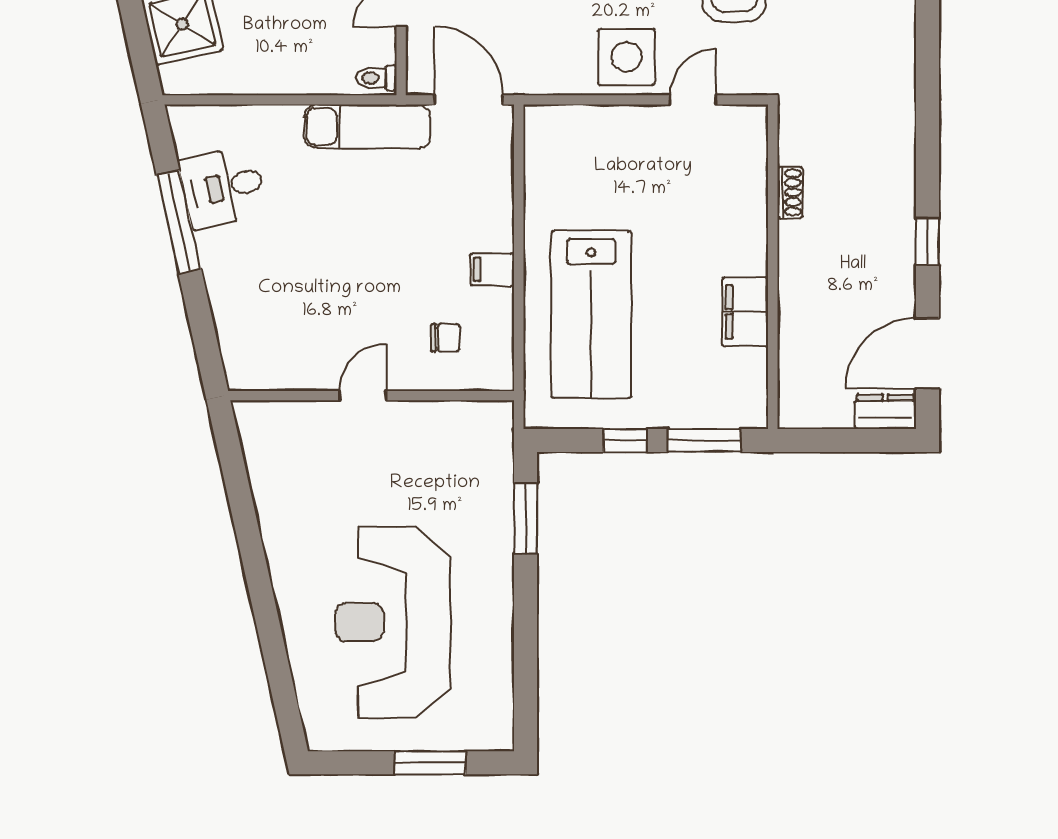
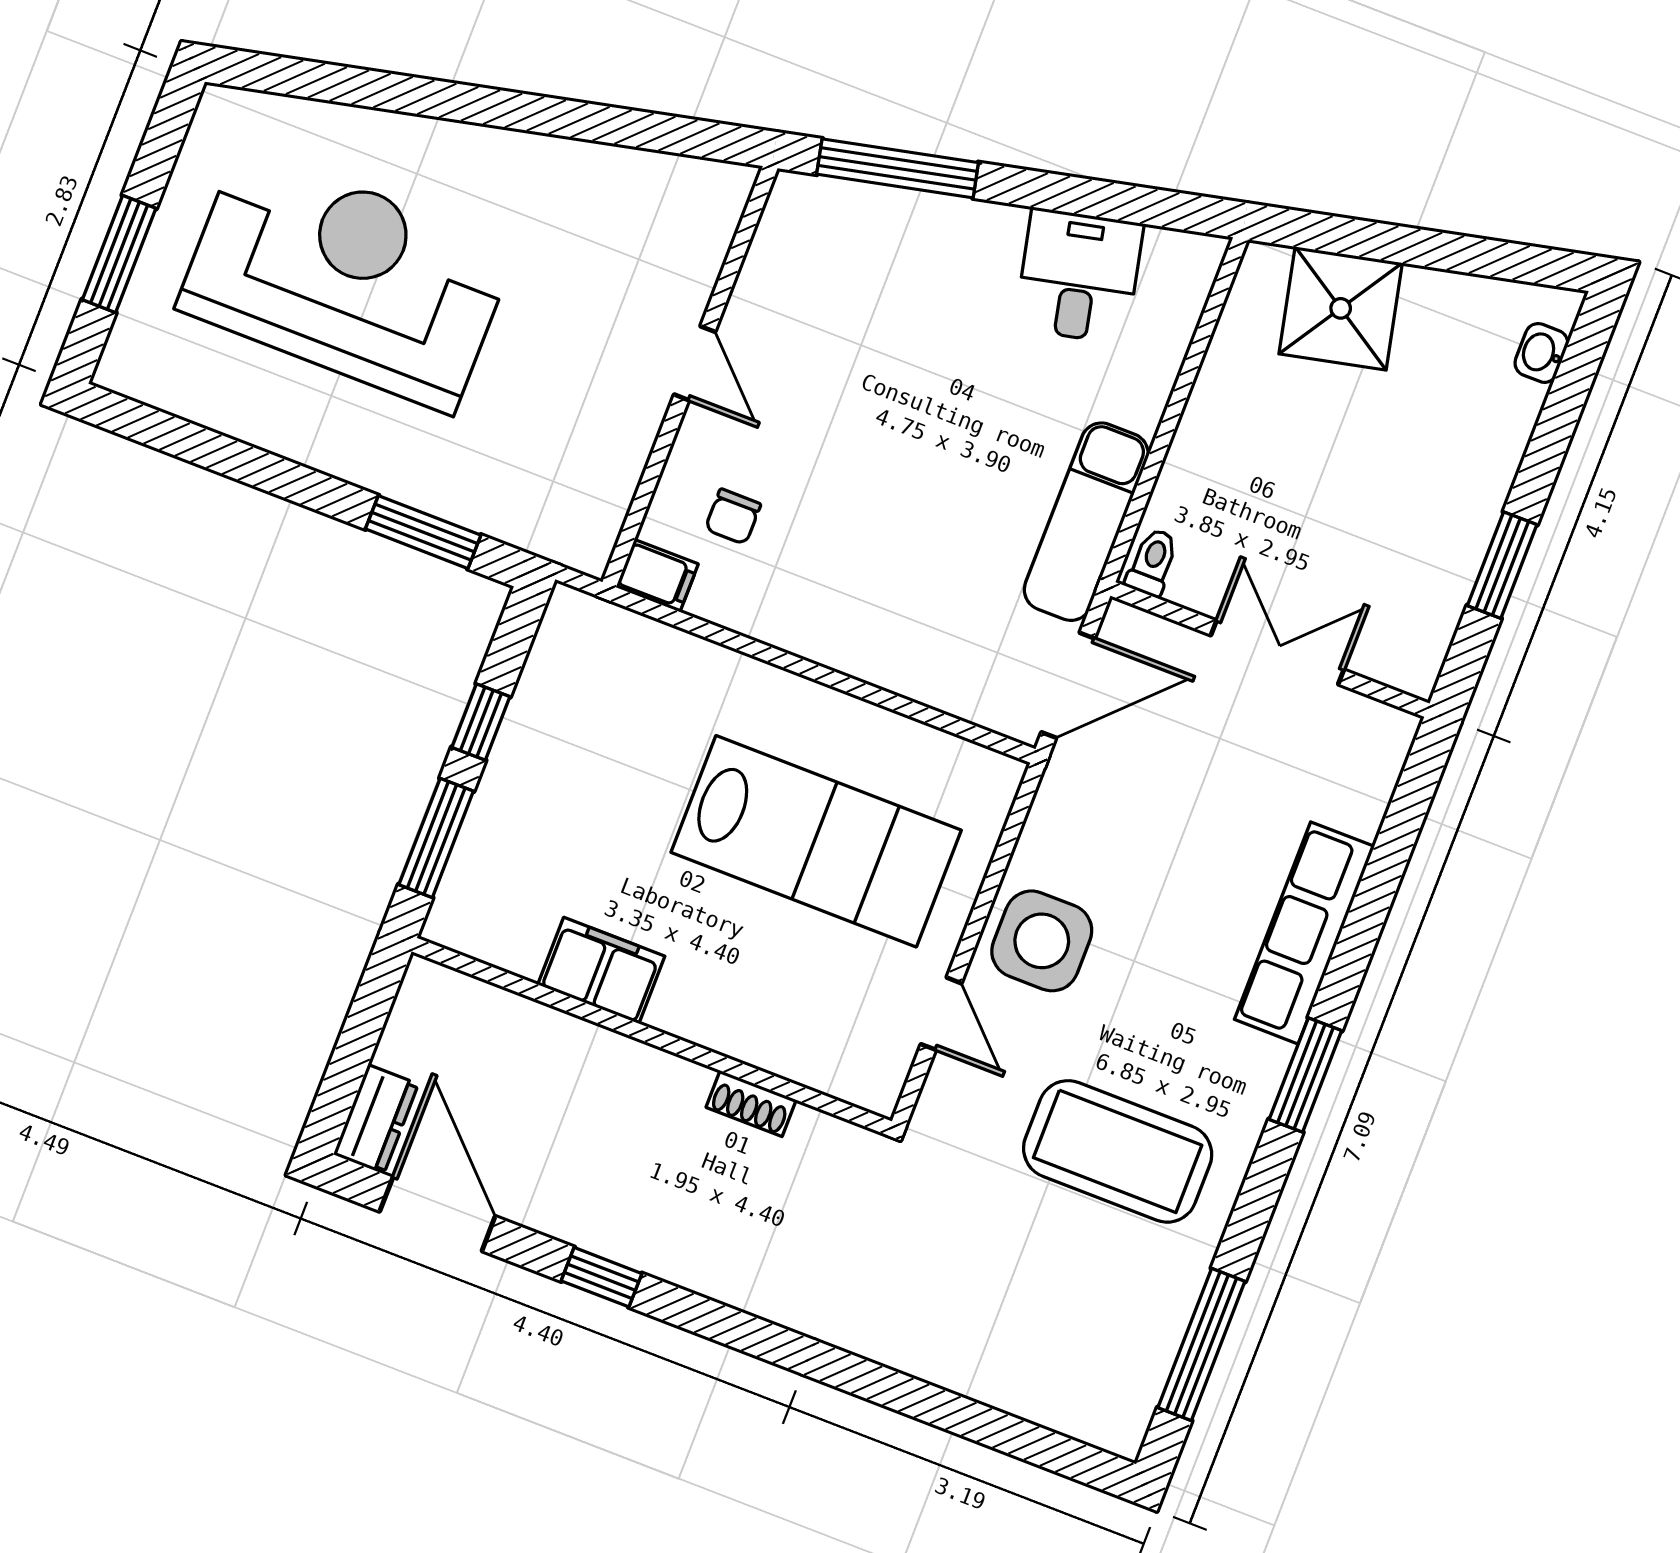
window: (179, 222) -> (898, 168), moved
filing cabinet: (492, 269) -> (657, 576), moved, turned 90
lab bench: (591, 315) -> (816, 841), moved, turned 180

